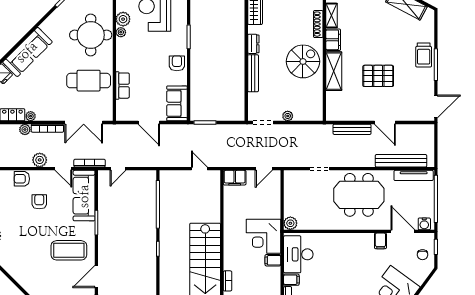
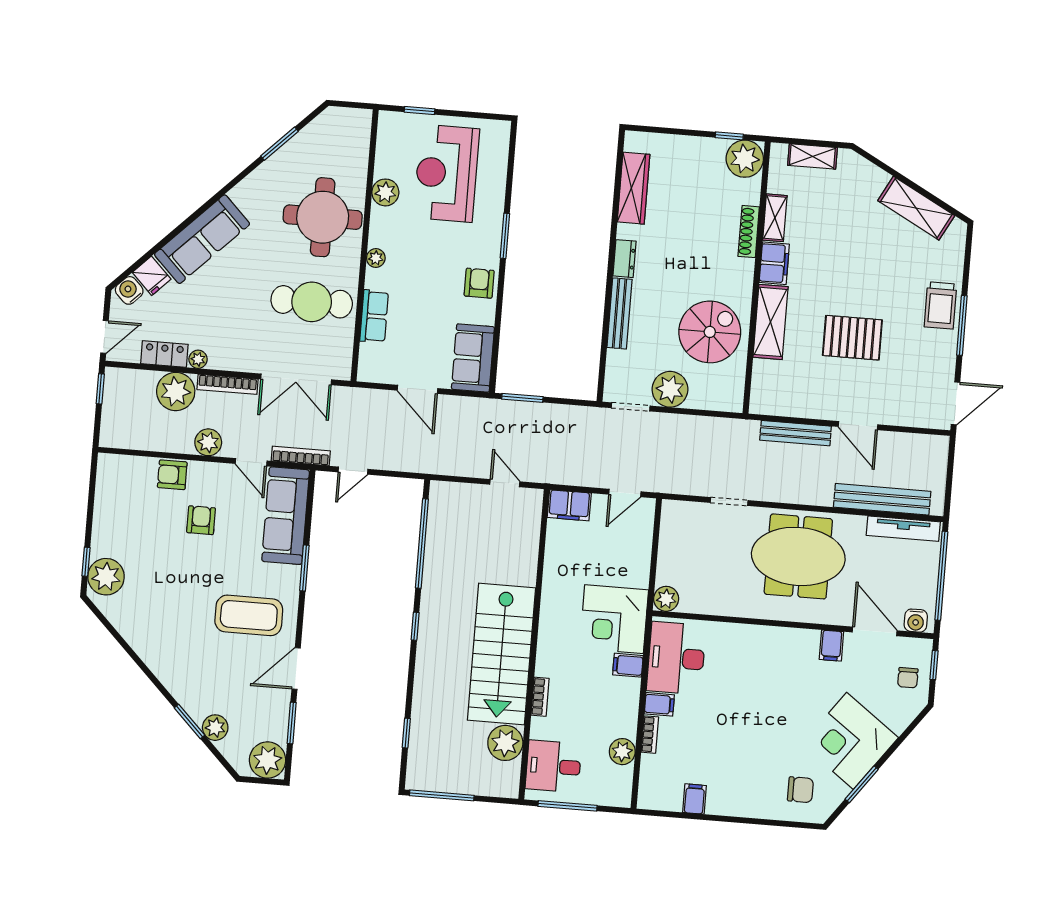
plant: (121, 32) -> (376, 258), moved
spiral stairs: (303, 61) -> (710, 332), moved
plant: (288, 116) -> (670, 389), width x1.88, depth x1.88
plant: (25, 130) -> (176, 391), width x1.88, depth x1.88

